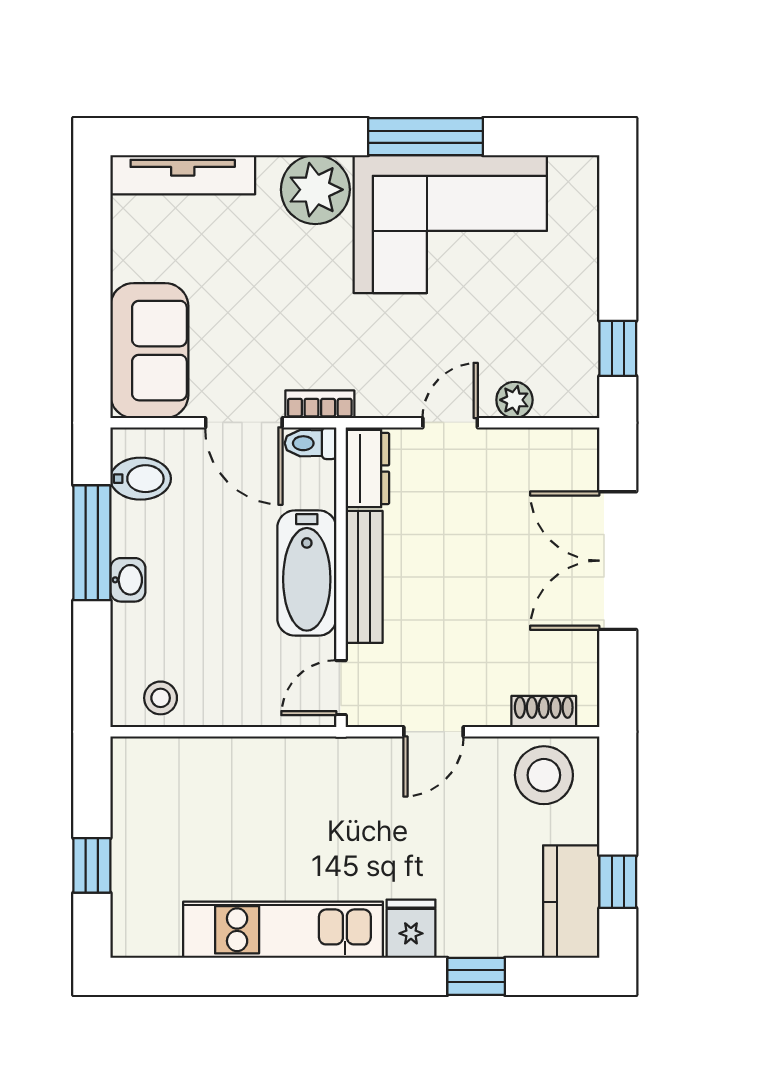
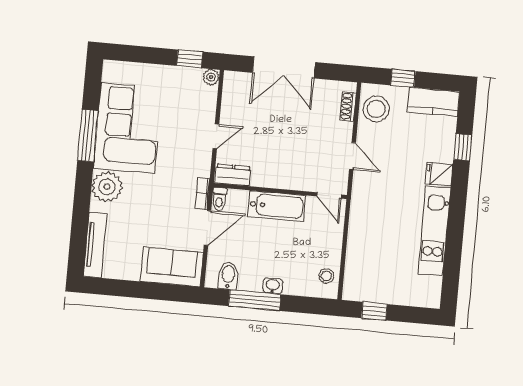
plant: (514, 400) -> (211, 77), moved
door: (450, 423) -> (216, 136), swing flipped
bench: (364, 577) -> (281, 181), removed
window: (92, 865) -> (374, 311), moved
window: (618, 882) -> (403, 78), moved

